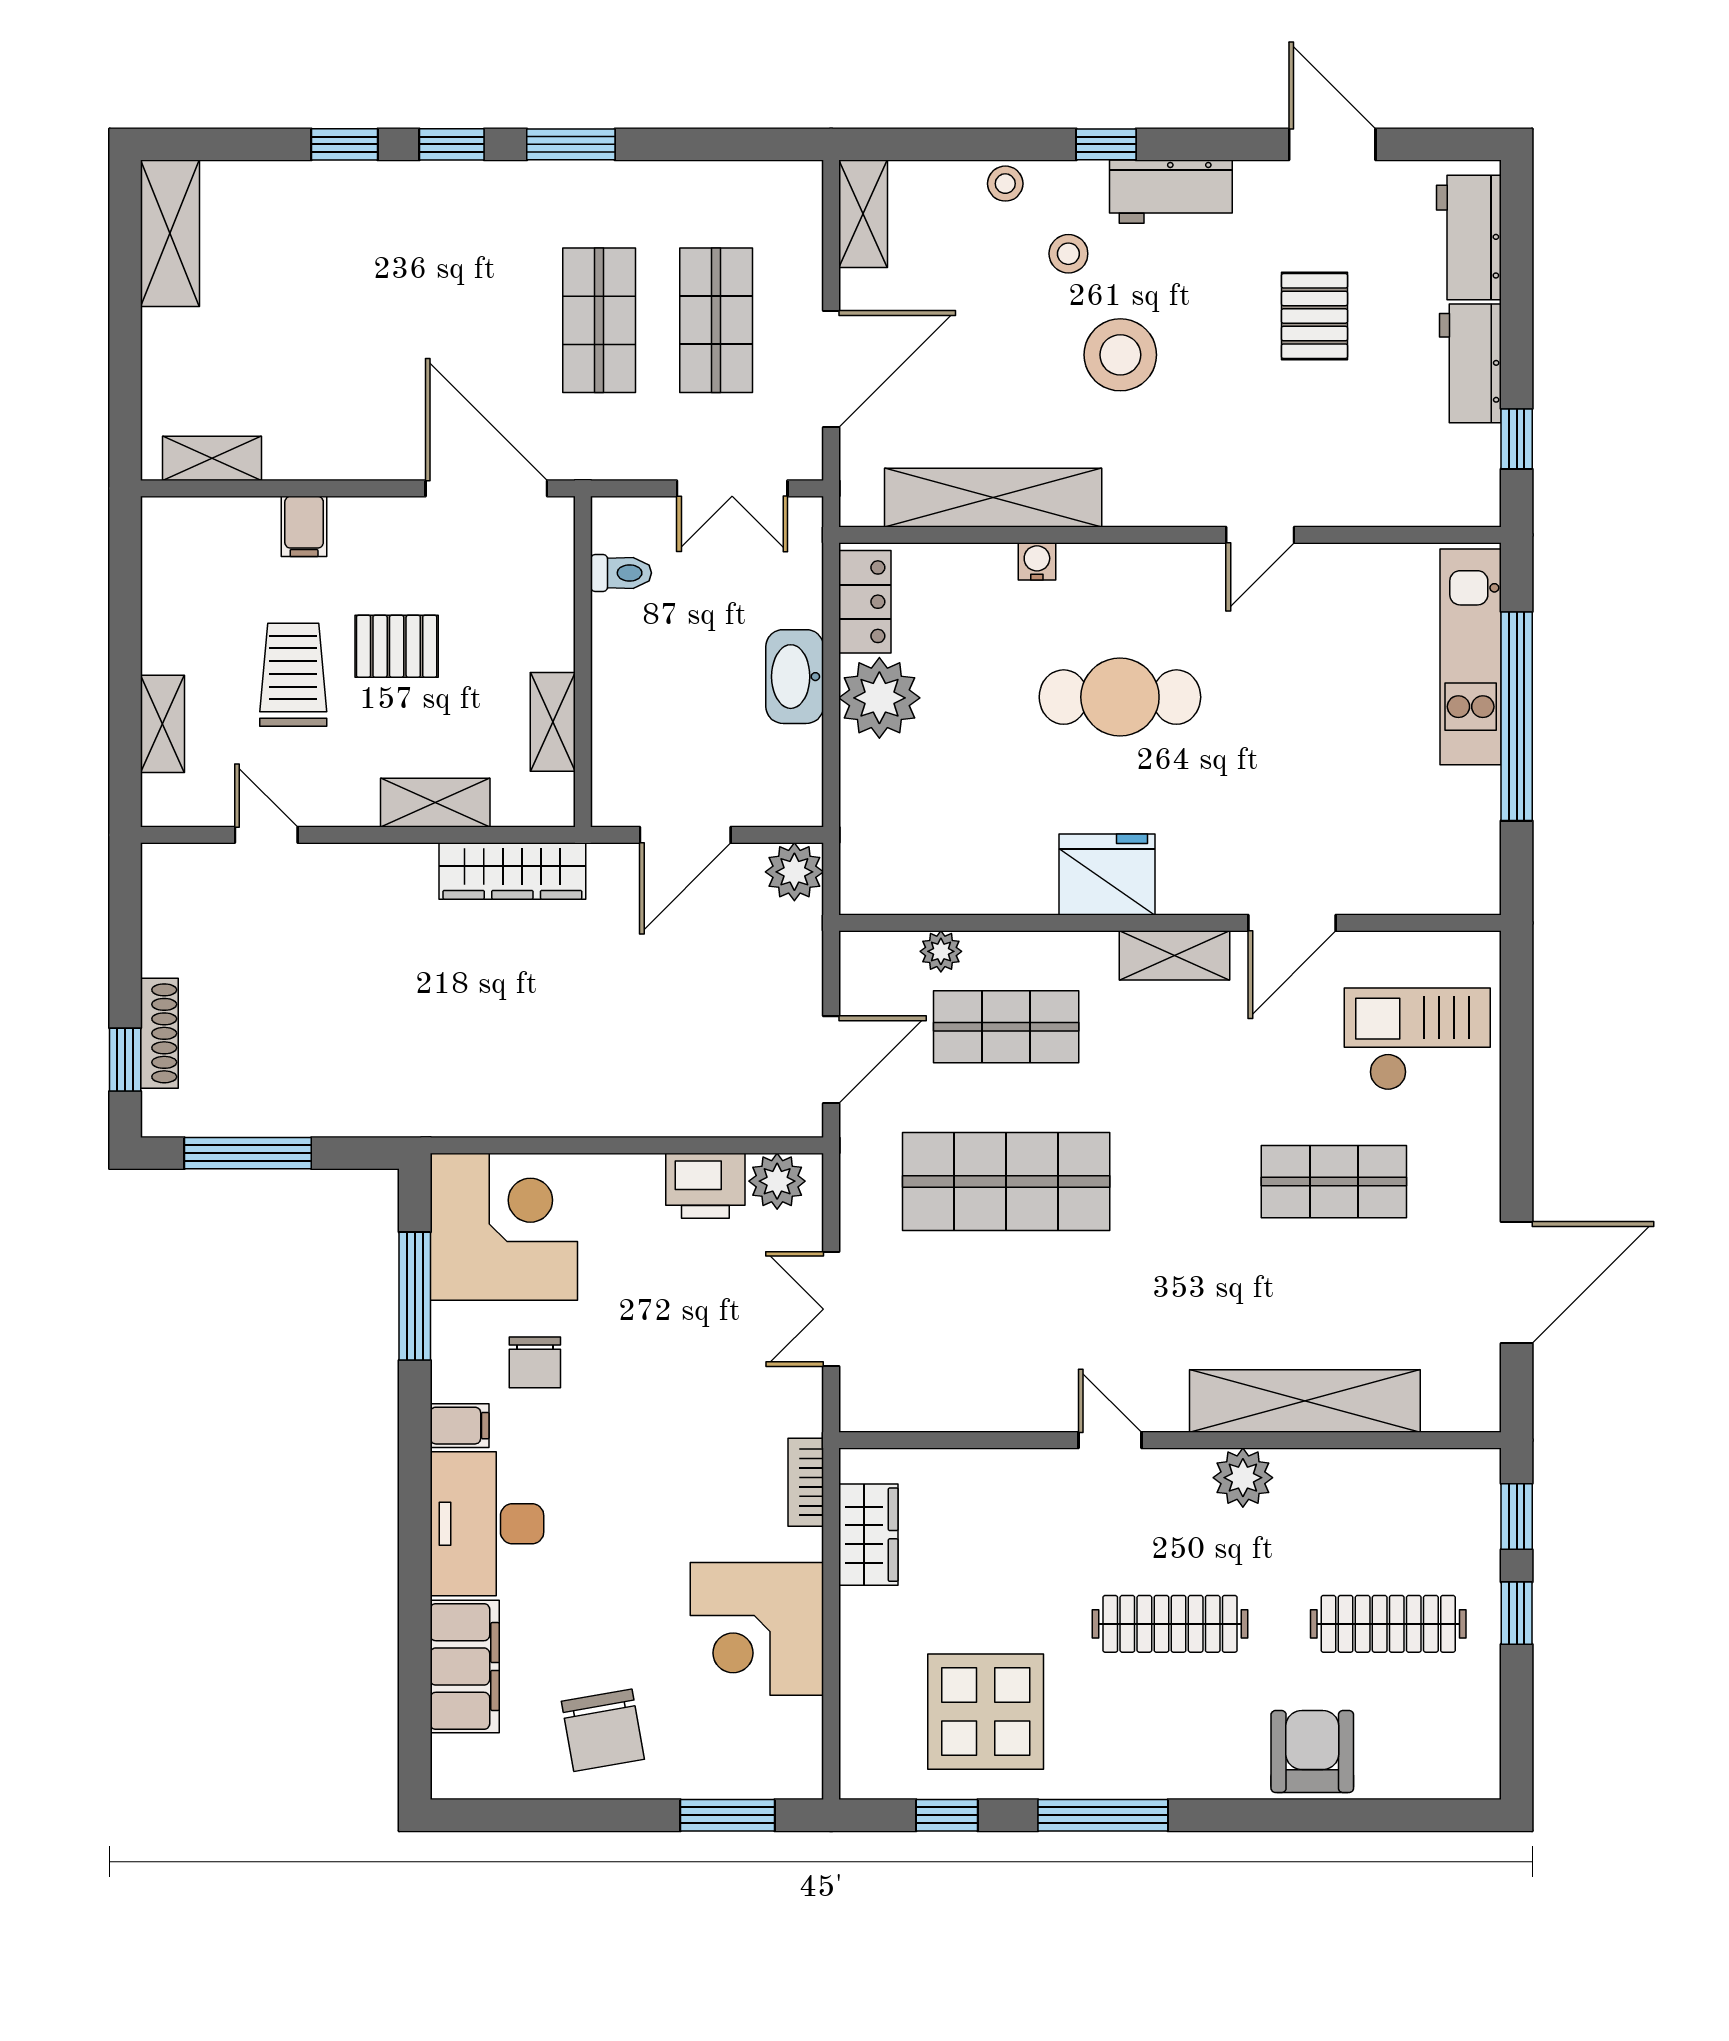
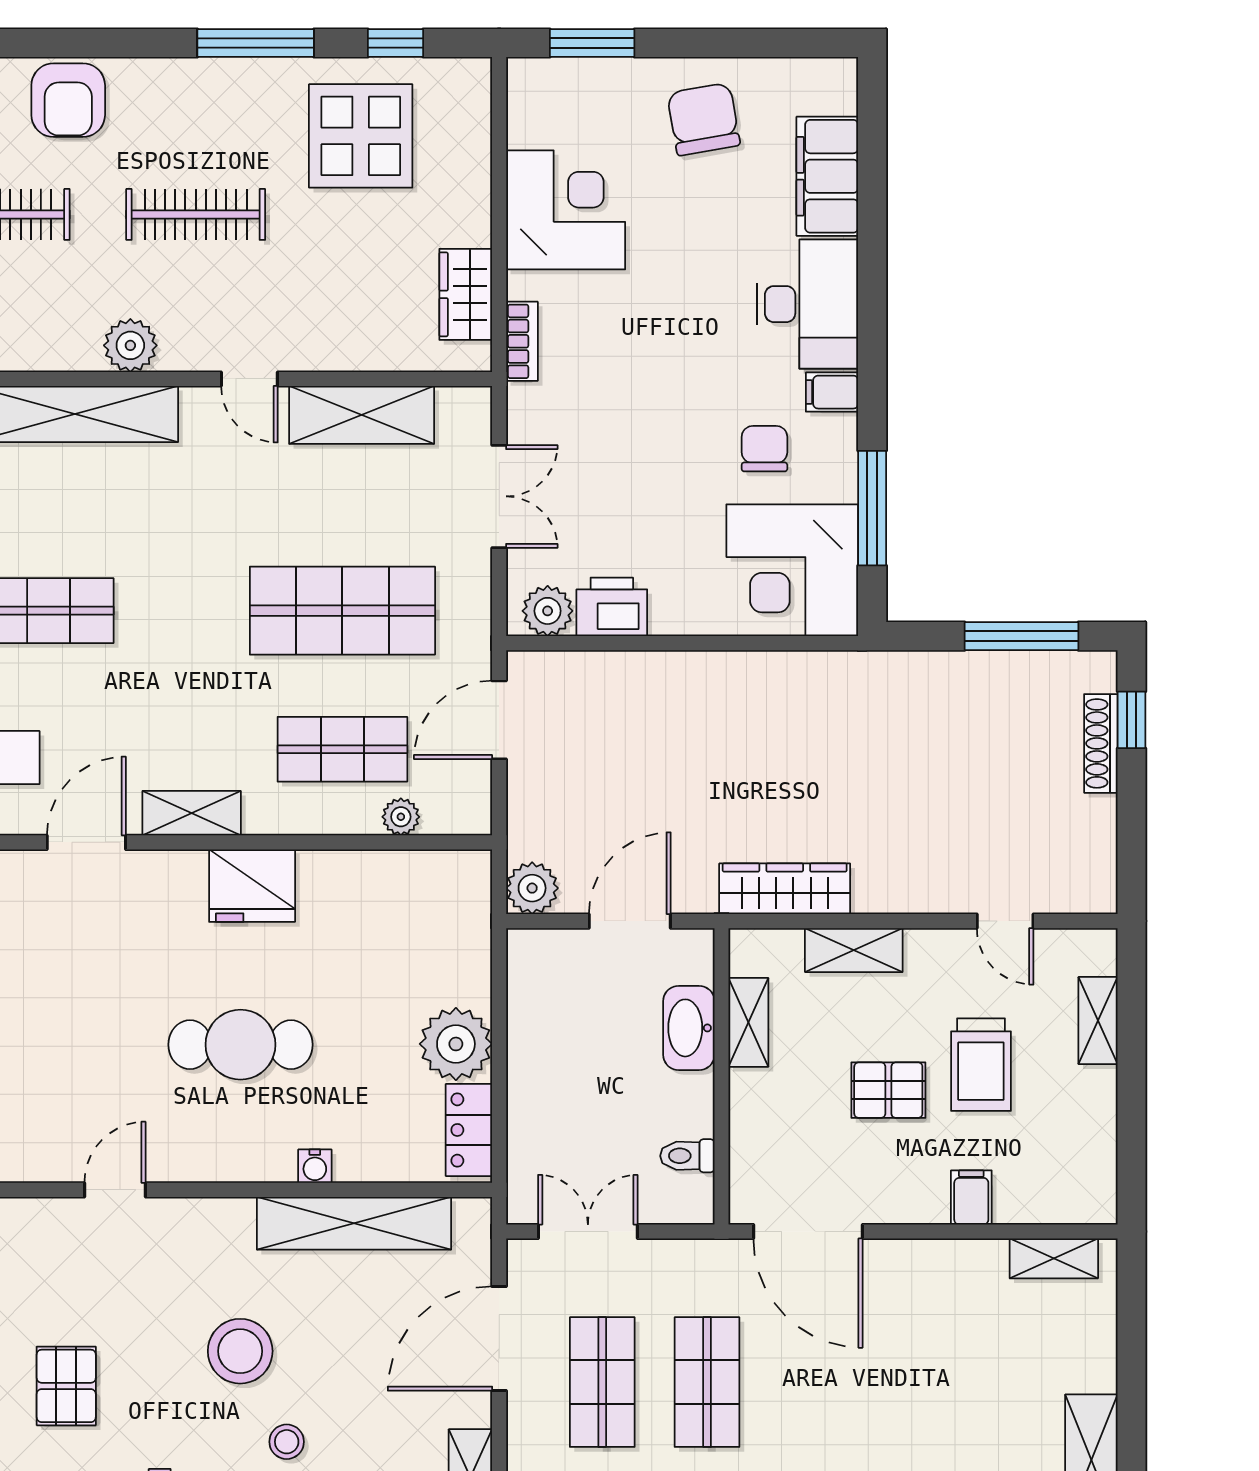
washbasin: (795, 677) -> (689, 1028), moved, turned 180
shelving: (985, 1400) -> (362, 415), added

